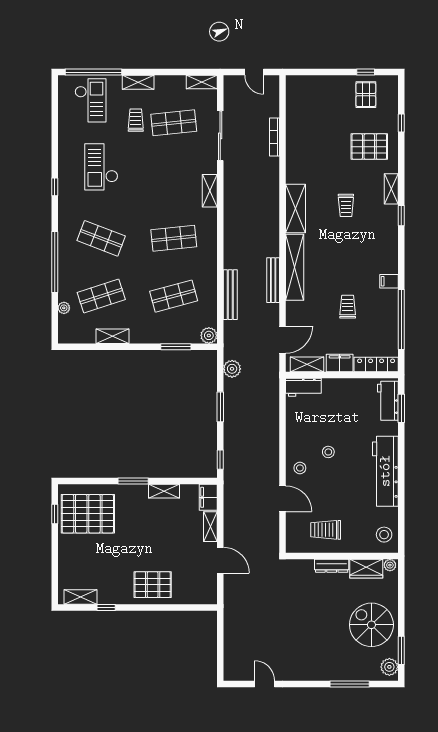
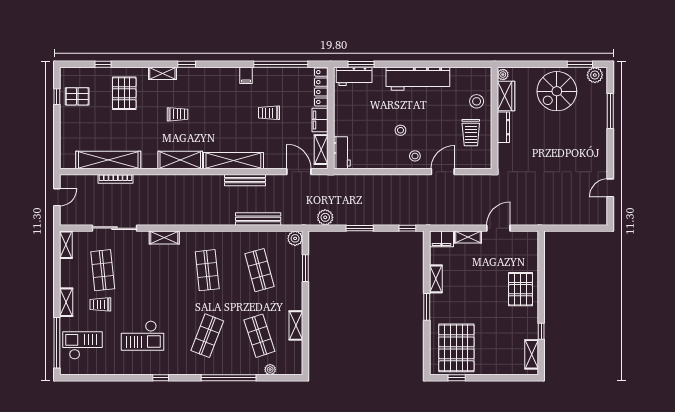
shelving: (295, 129) -> (108, 160), added
stool: (384, 535) -> (477, 101), moved

